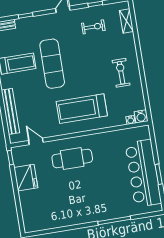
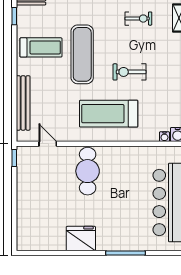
exercise bike: (121, 73) -> (130, 72), moved, turned -90
cafe table: (72, 159) -> (88, 171), turned 90
fridge: (26, 178) -> (81, 239), moved, turned -90

